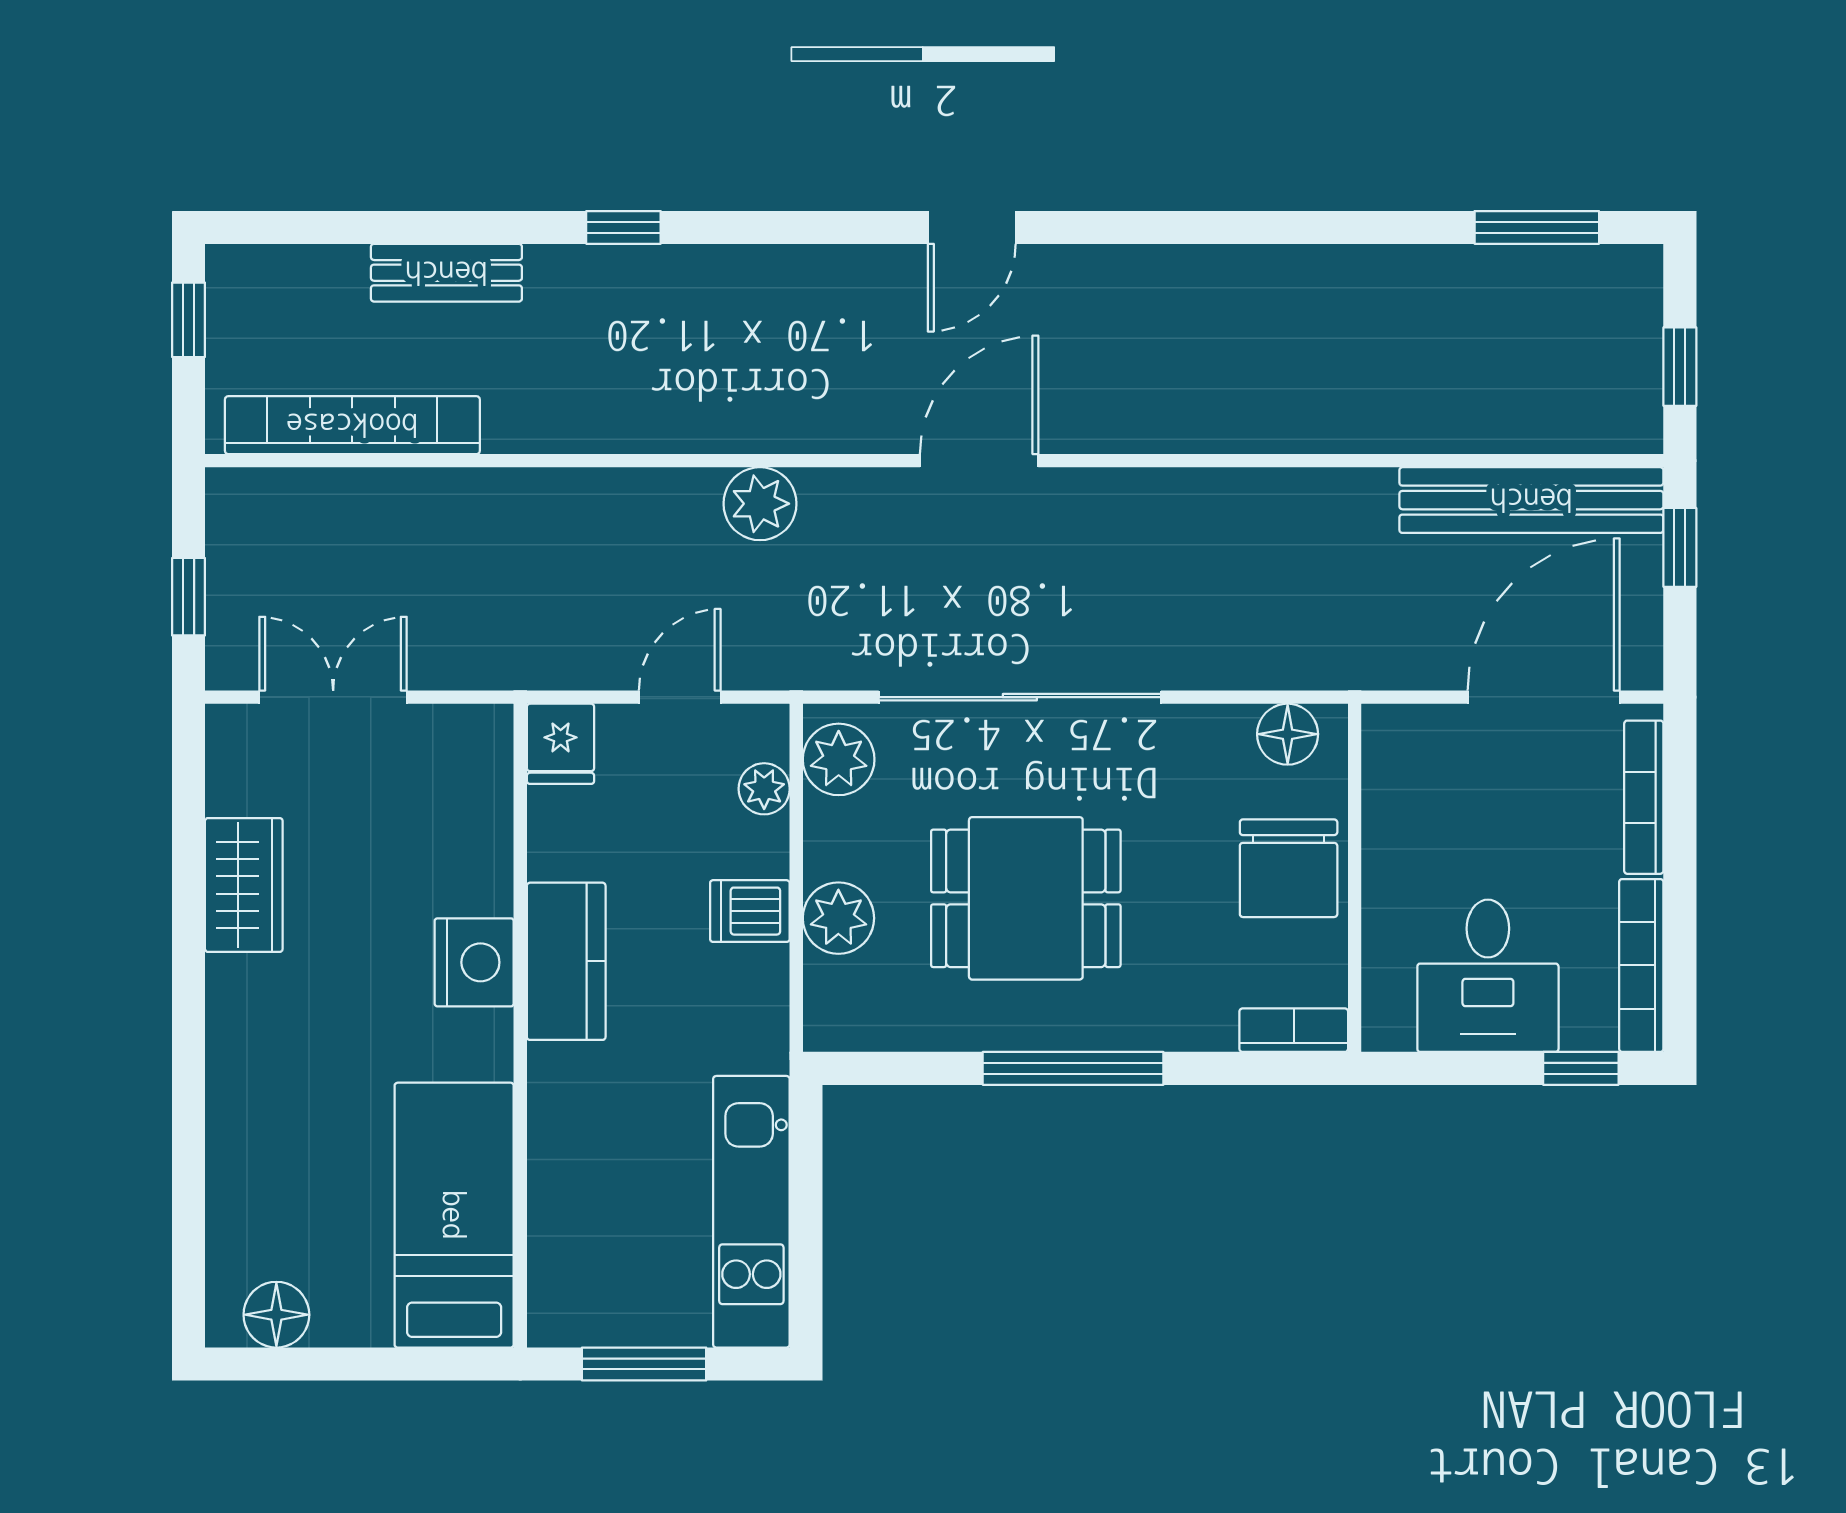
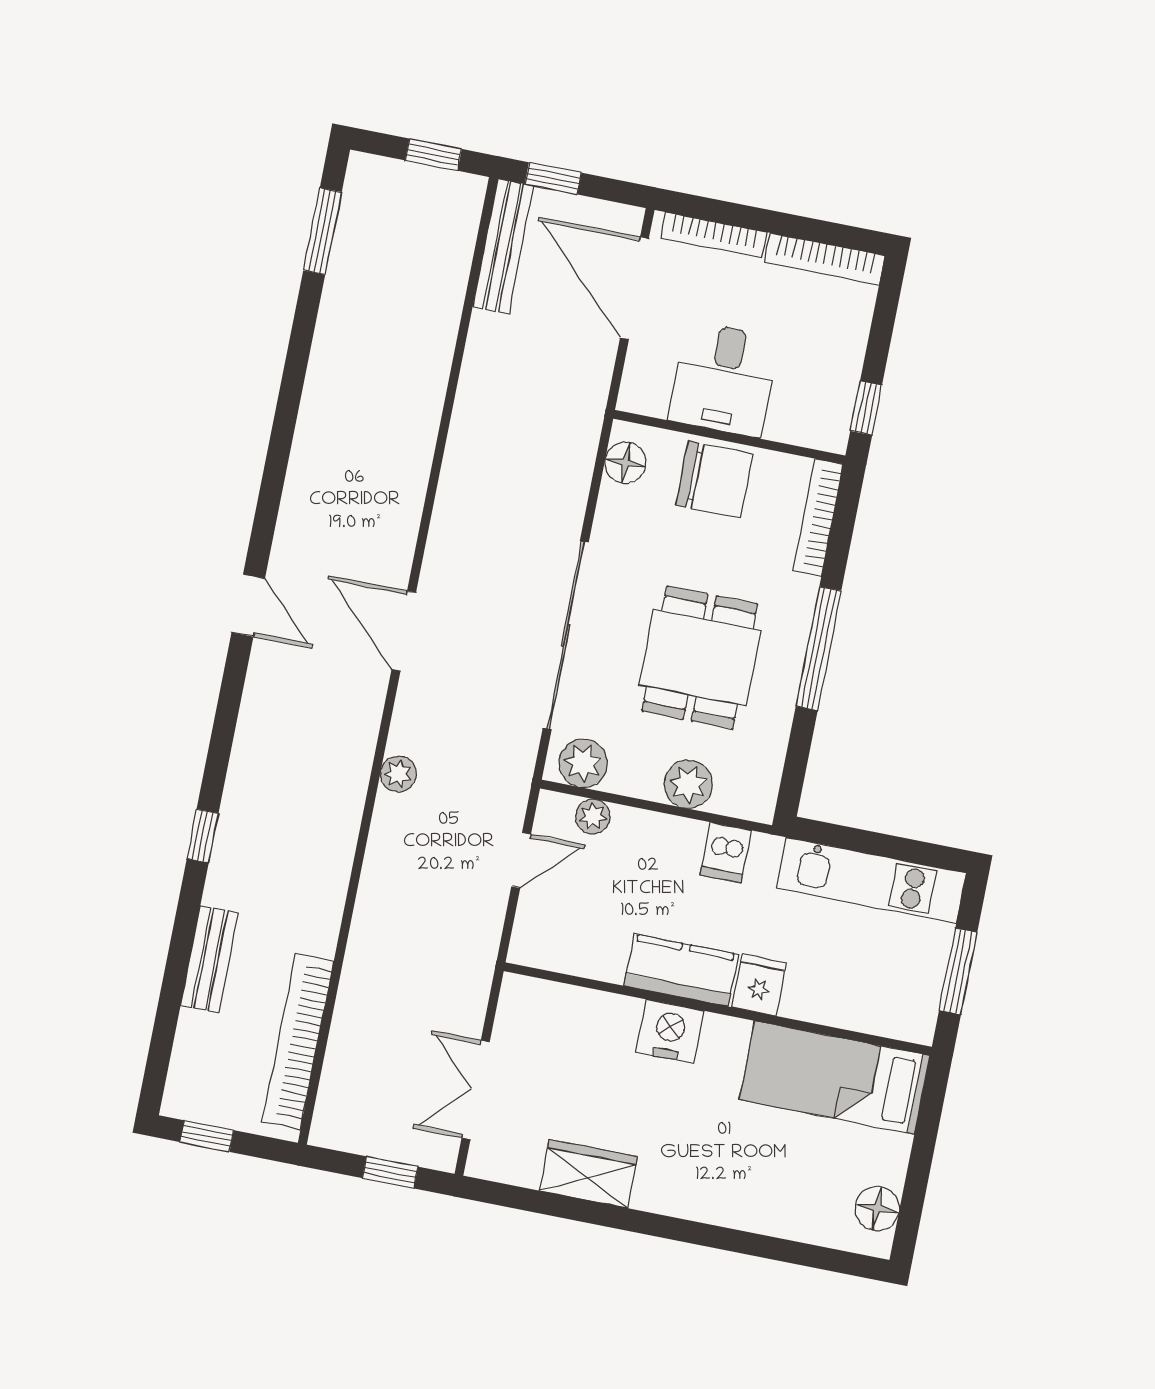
bench: (1531, 500) -> (503, 246), width x0.73, depth x0.82
plant: (760, 504) -> (398, 774), width x0.73, depth x0.73
door: (680, 697) -> (521, 860), swing flipped
fridge: (561, 744) -> (759, 985), moved, turned -90
dishwasher: (750, 911) -> (726, 853), moved
desk: (1488, 976) -> (724, 379), moved, turned 90
bookcase: (1294, 1030) -> (818, 518), width x1.56
window: (1581, 1068) -> (866, 408), moved

